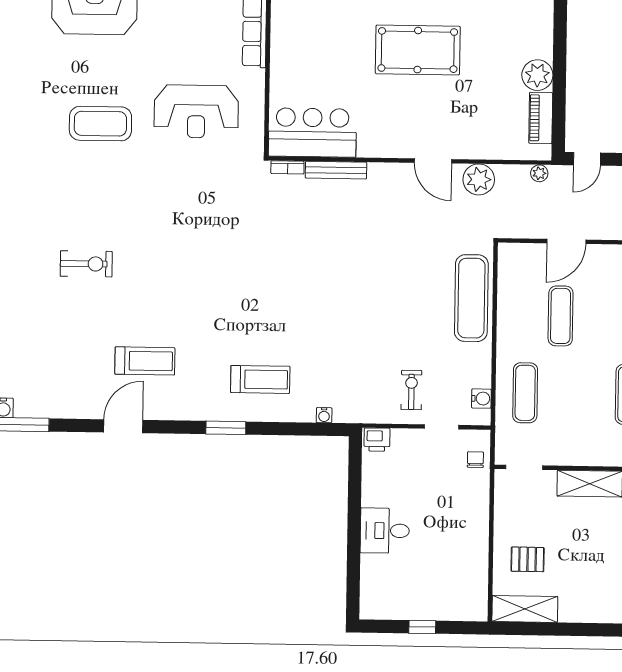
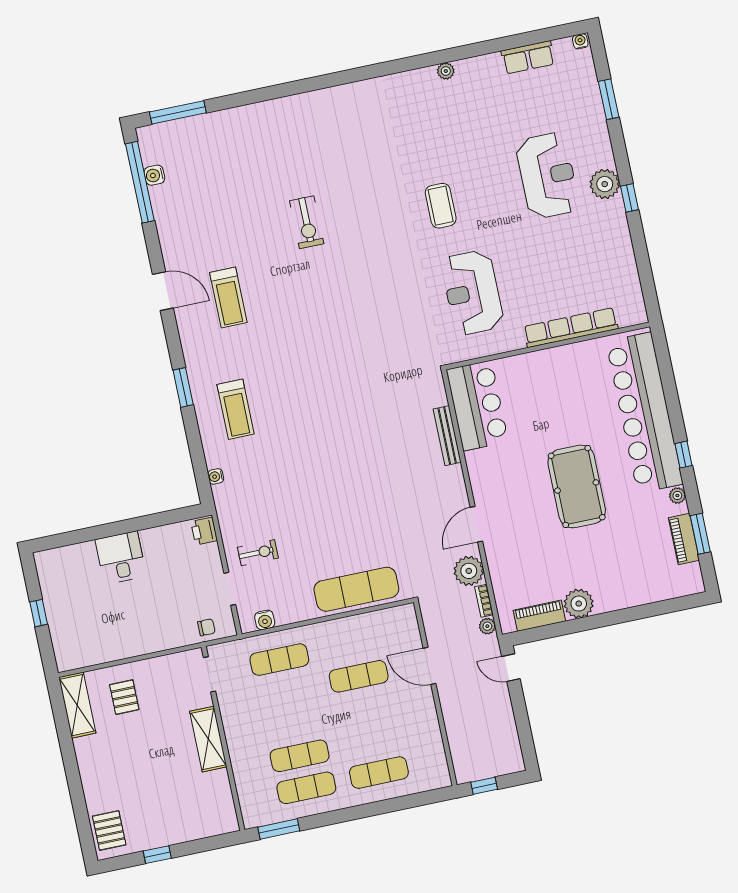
coffee table: (100, 124) -> (441, 206), width x0.73, depth x0.76
bookcase: (287, 167) -> (484, 601), moved

